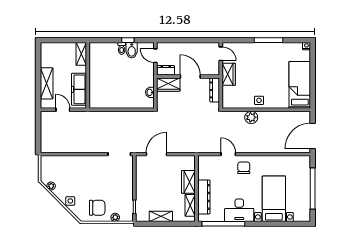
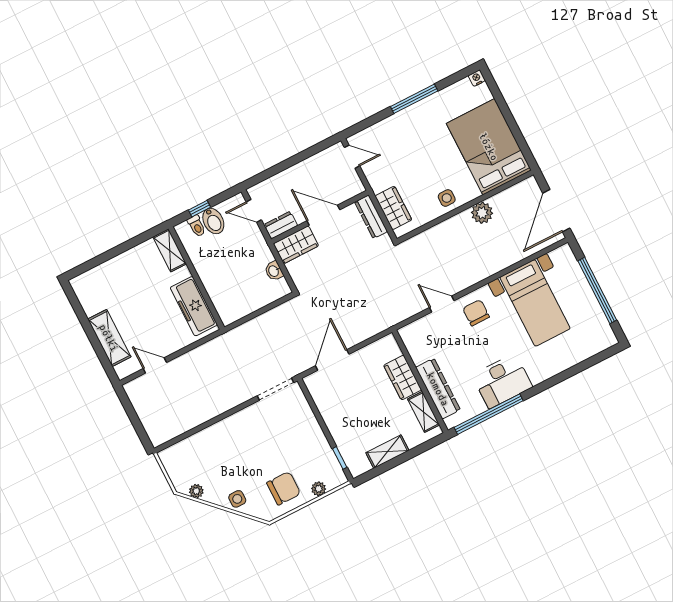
shelving: (81, 54) -> (170, 250), moved
wardrobe: (229, 74) -> (393, 208), moved
wall: (88, 75) -> (196, 278), moved
bed: (300, 85) -> (489, 147), width x1.50
freezer: (79, 89) -> (194, 306), moved
plant: (251, 117) -> (482, 213), moved
bed with nightstands: (274, 199) -> (535, 303), moved, turned 180

